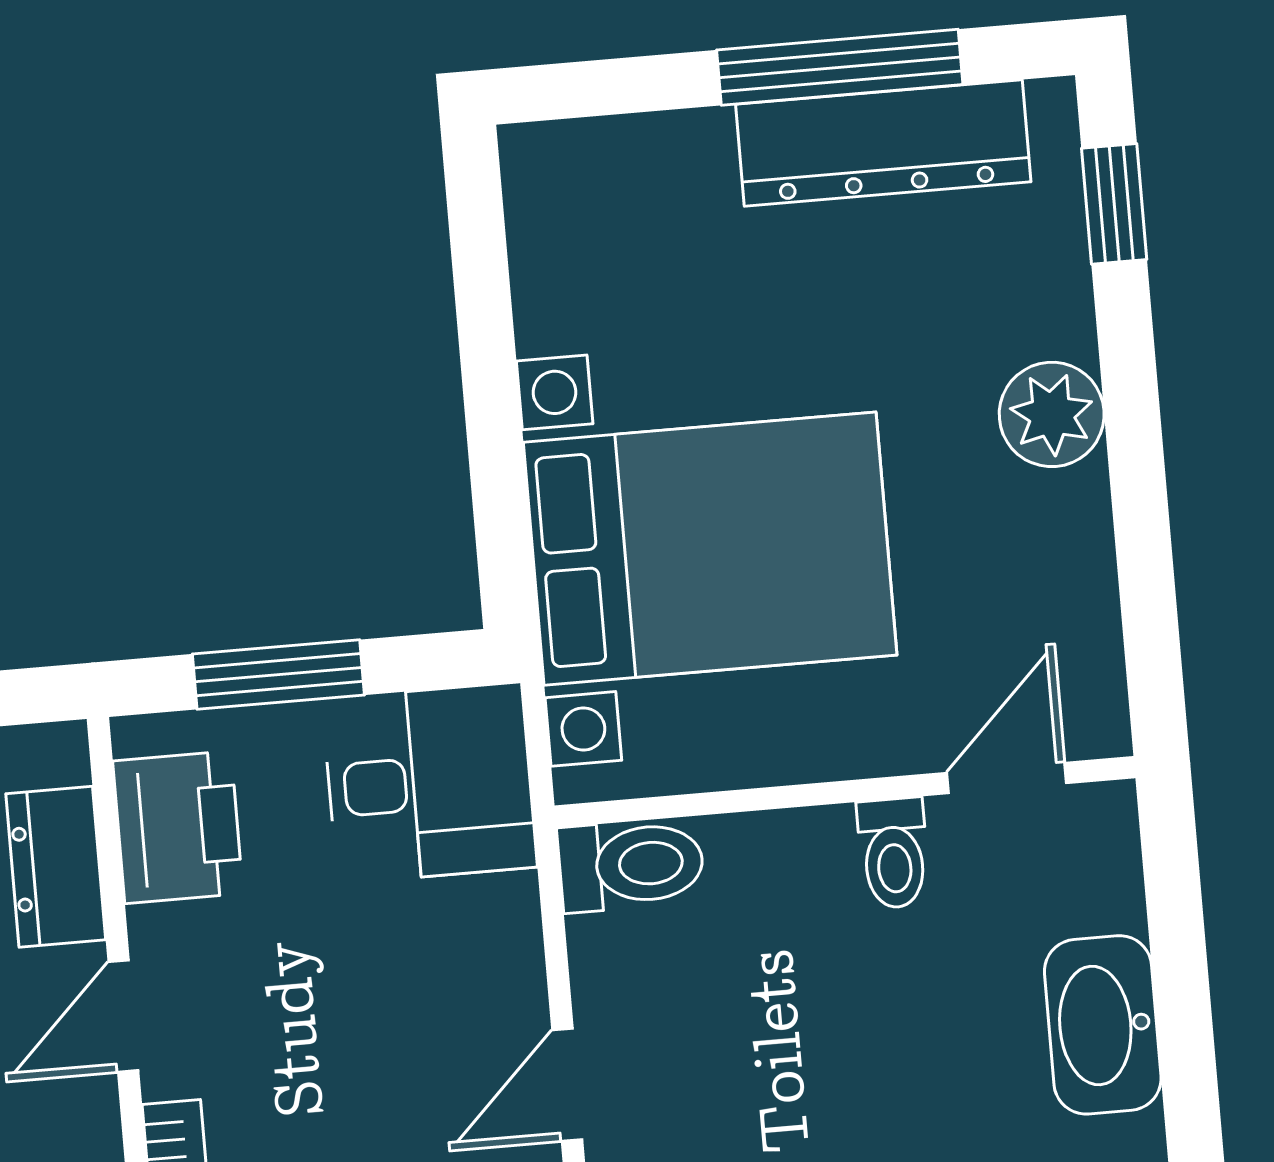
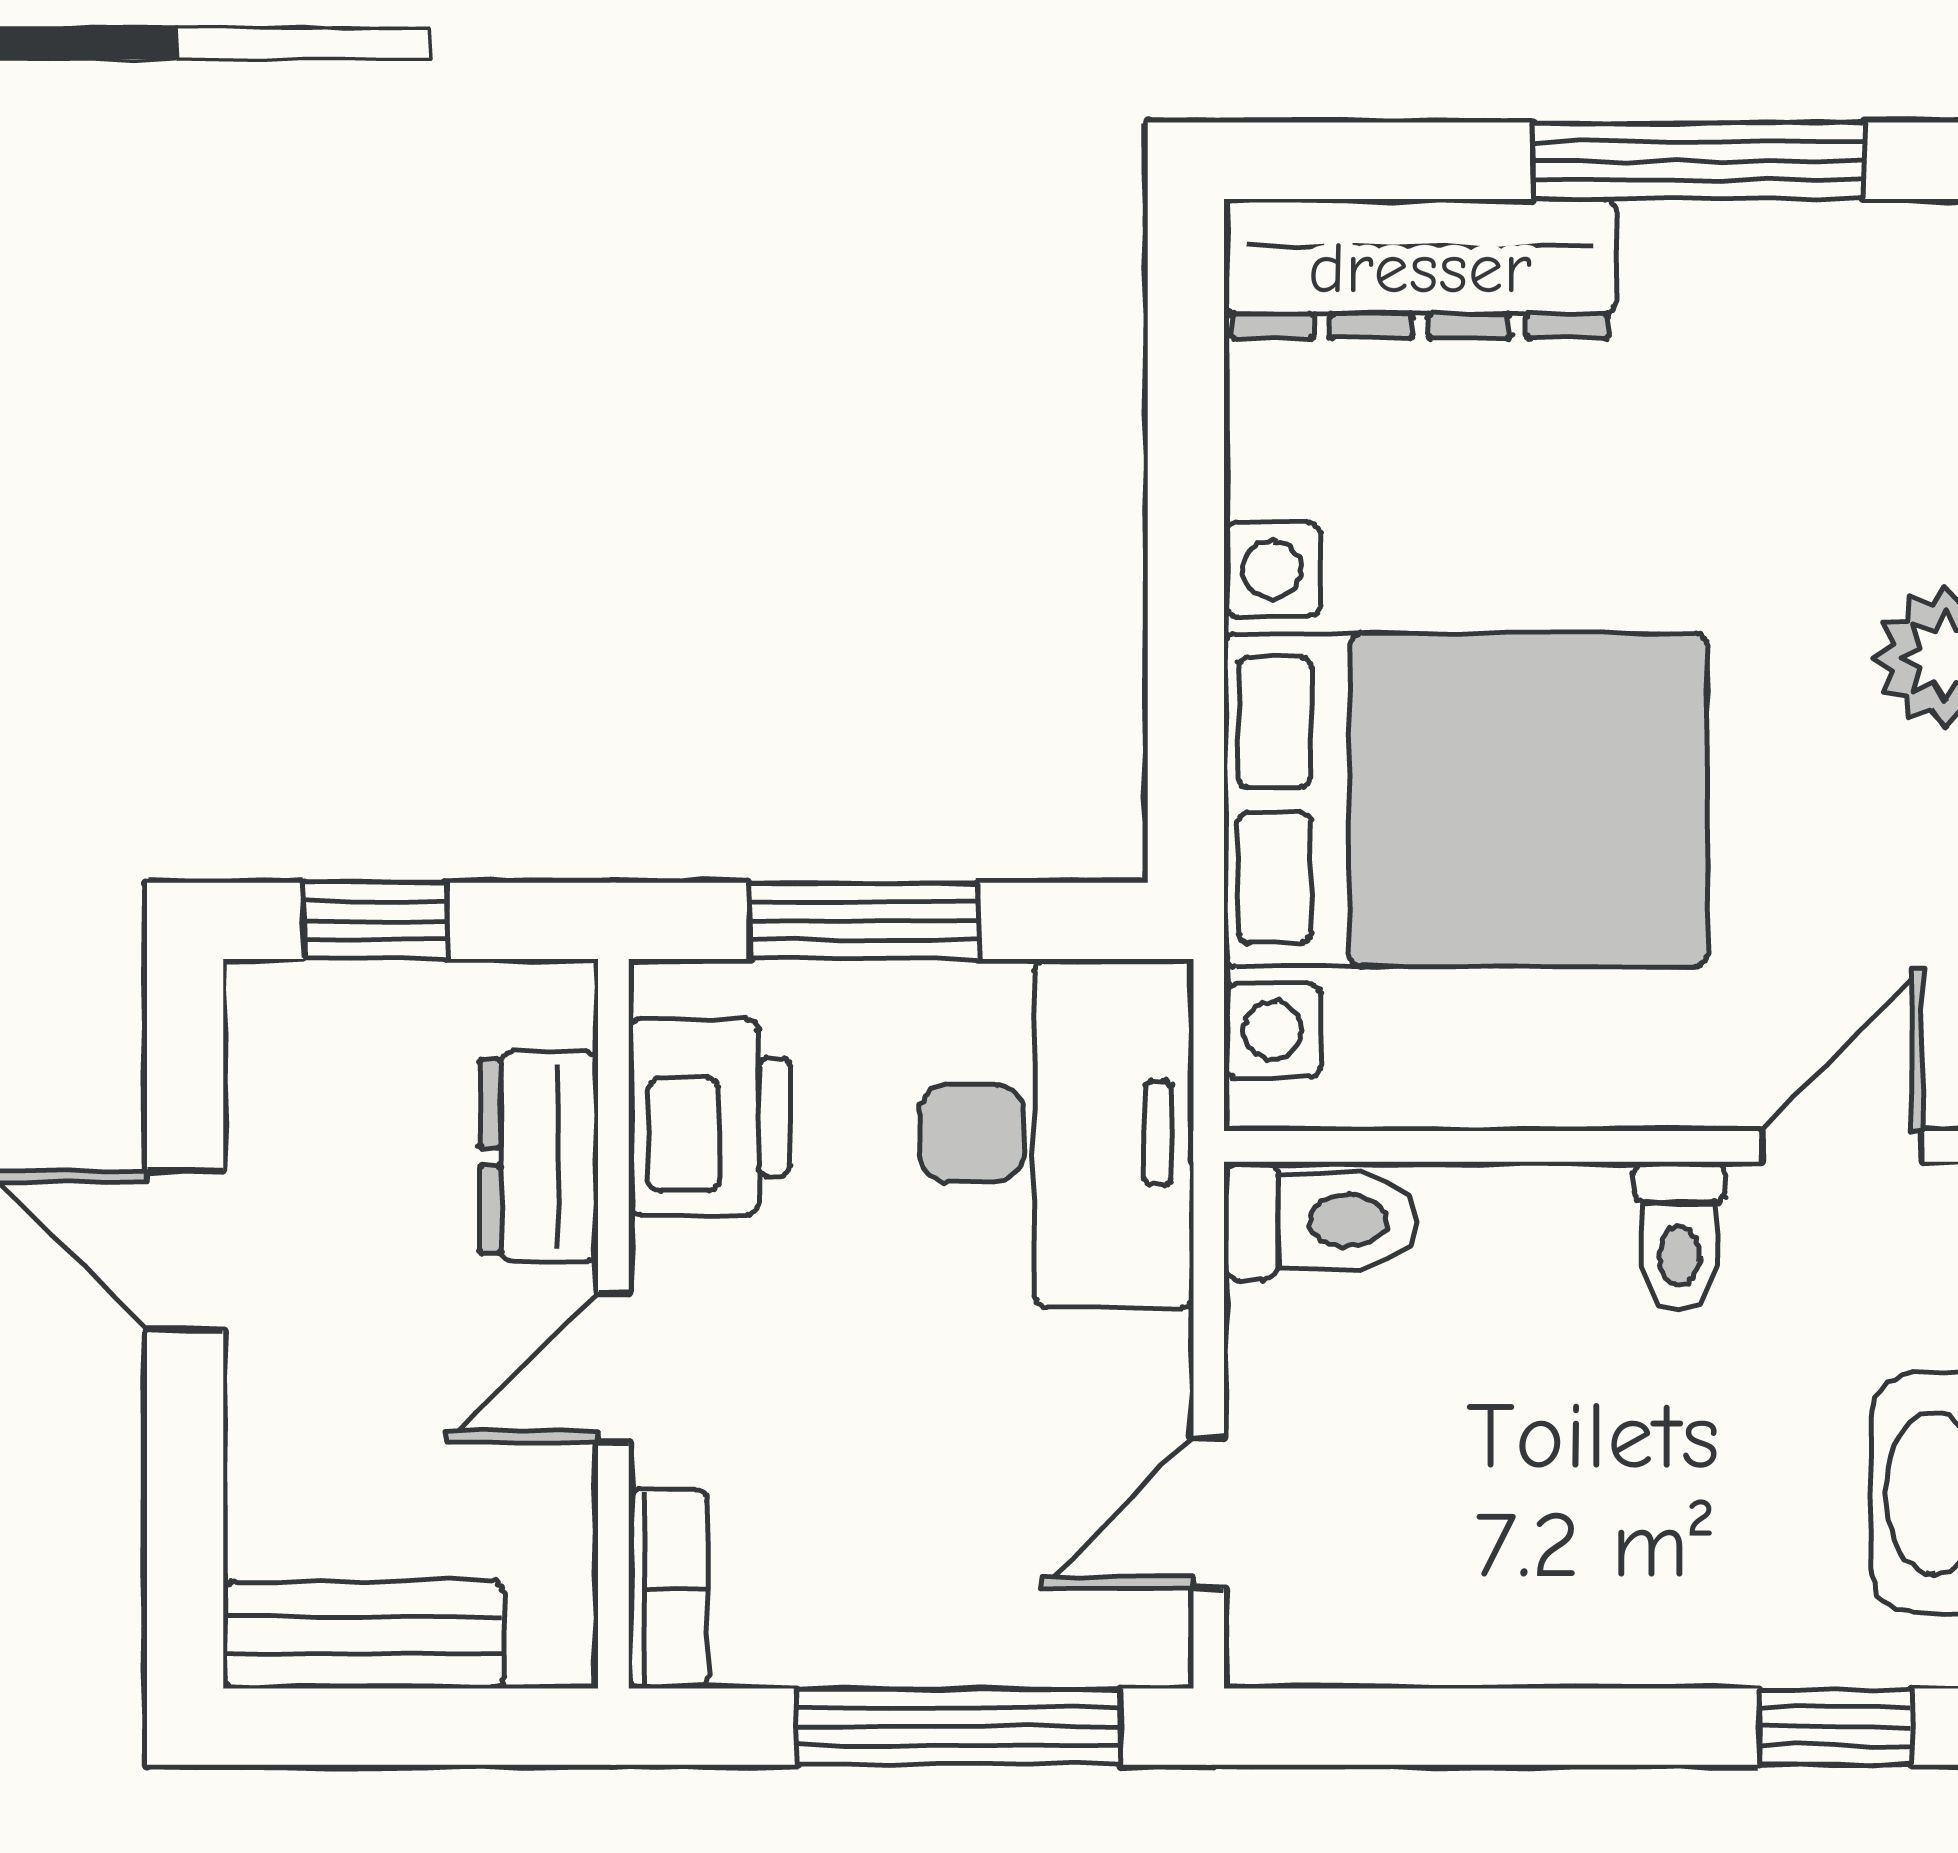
dresser: (883, 143) -> (1420, 269), moved
desk: (429, 783) -> (1057, 1133), width x1.37

